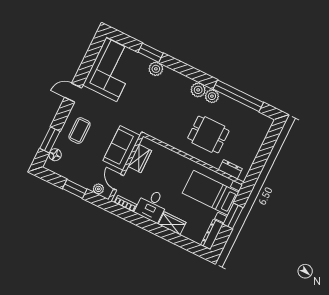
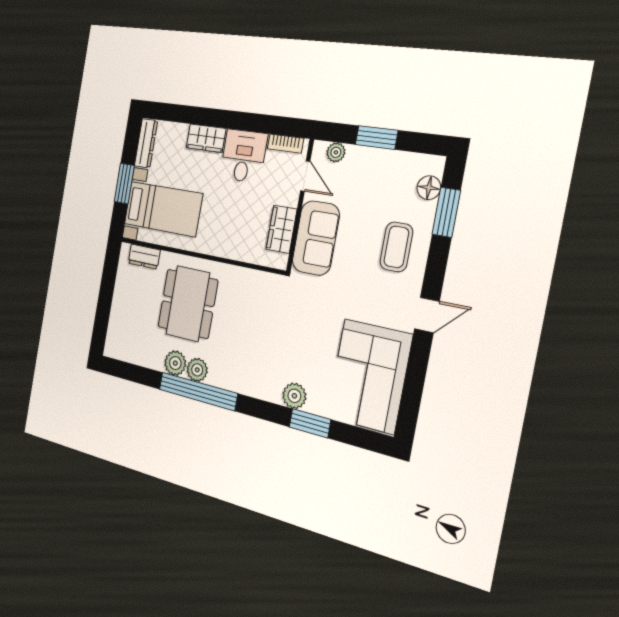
plant: (198, 90) -> (175, 363), moved
window: (238, 96) -> (198, 391), moved
dining table: (208, 134) -> (188, 304), width x1.38

